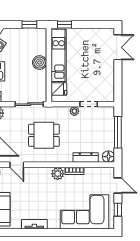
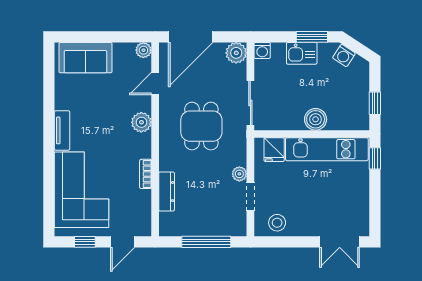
stool: (106, 87) -> (277, 223), added
floor lamp: (108, 157) -> (168, 227), removed
plant: (58, 174) -> (141, 122), moved
tv unit: (34, 224) -> (62, 130), moved

